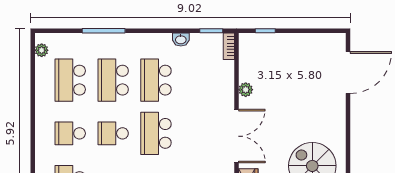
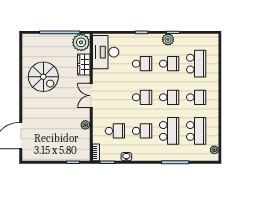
school desk: (156, 80) -> (142, 131), width x0.54
school desk: (199, 80) -> (115, 131), added
school desk: (156, 133) -> (142, 97), width x0.54
double door: (236, 136) -> (91, 96), width x0.73

